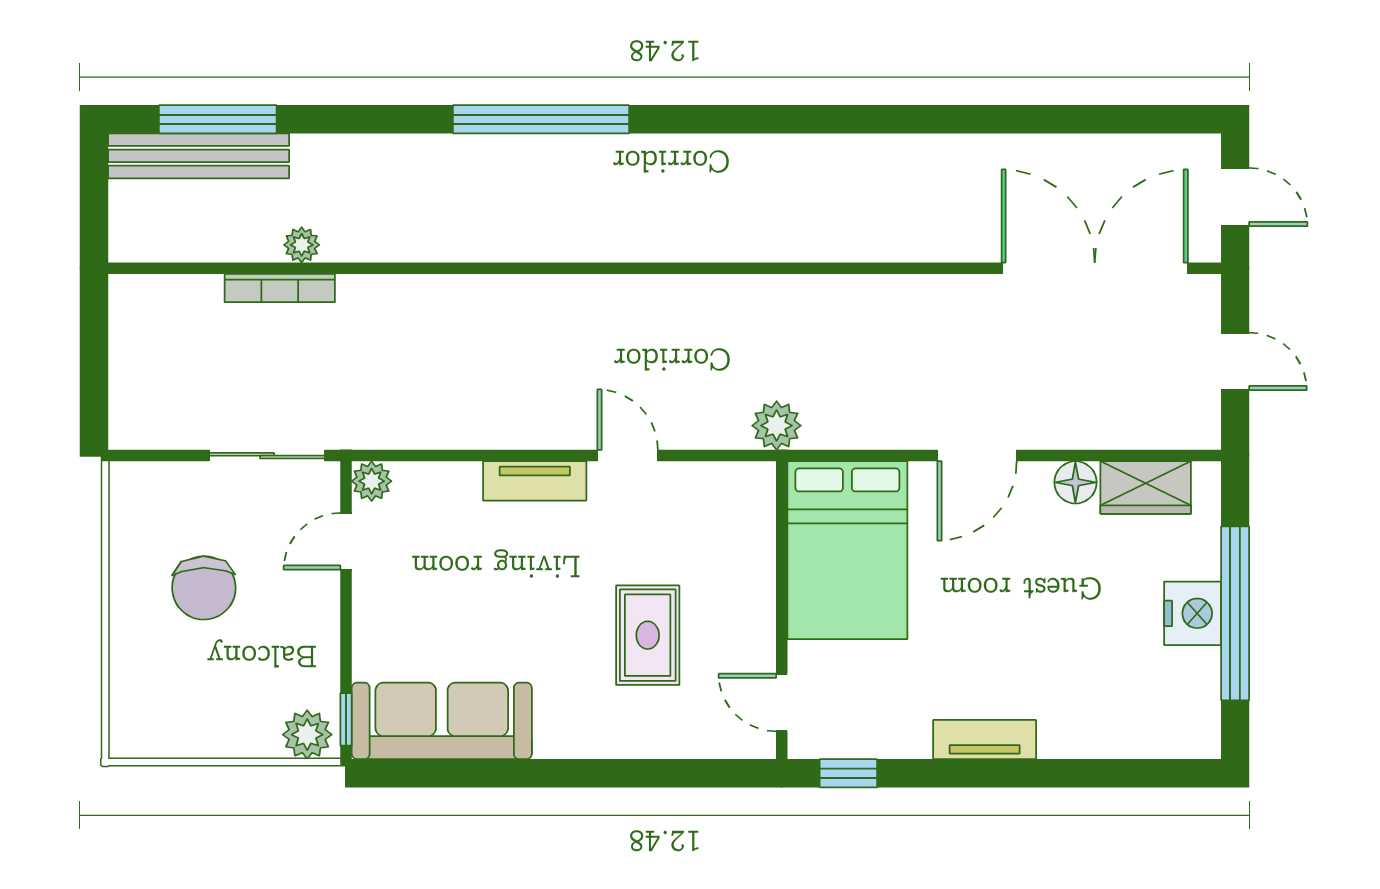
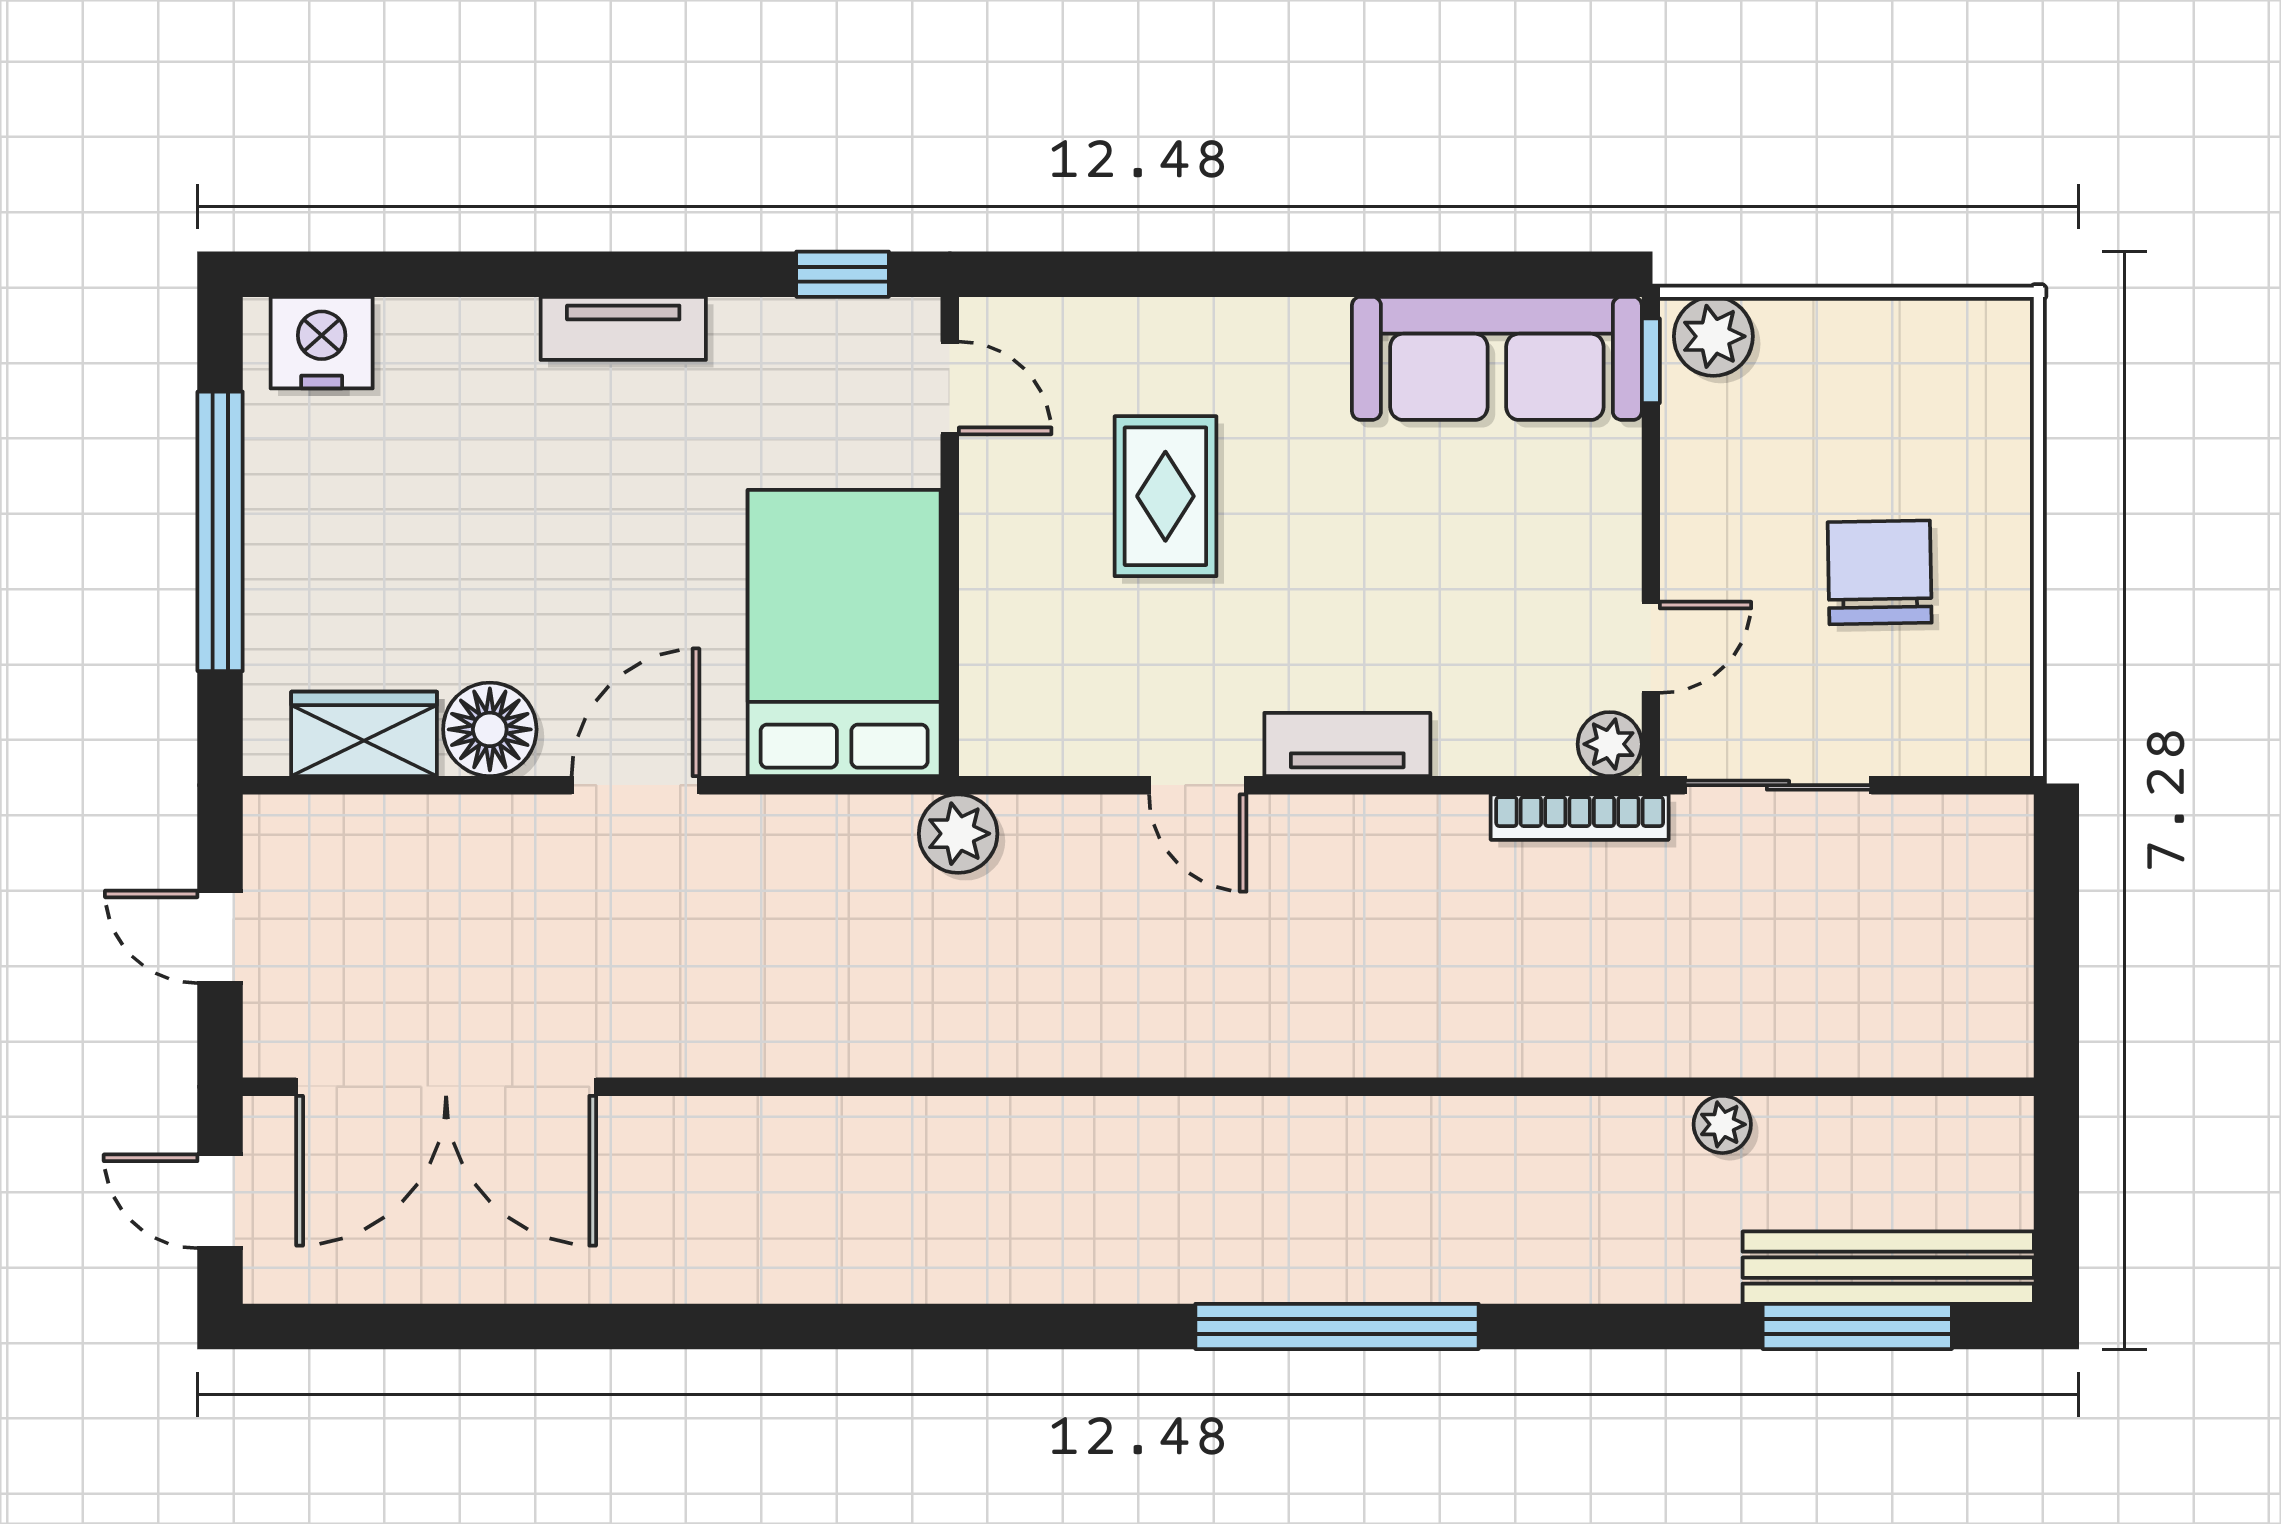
bookcase: (280, 288) -> (1580, 817), moved, turned 180
floor lamp: (1075, 482) -> (490, 729), width x1.38, depth x1.38
nightstand: (1193, 613) -> (322, 343), moved, turned 90

